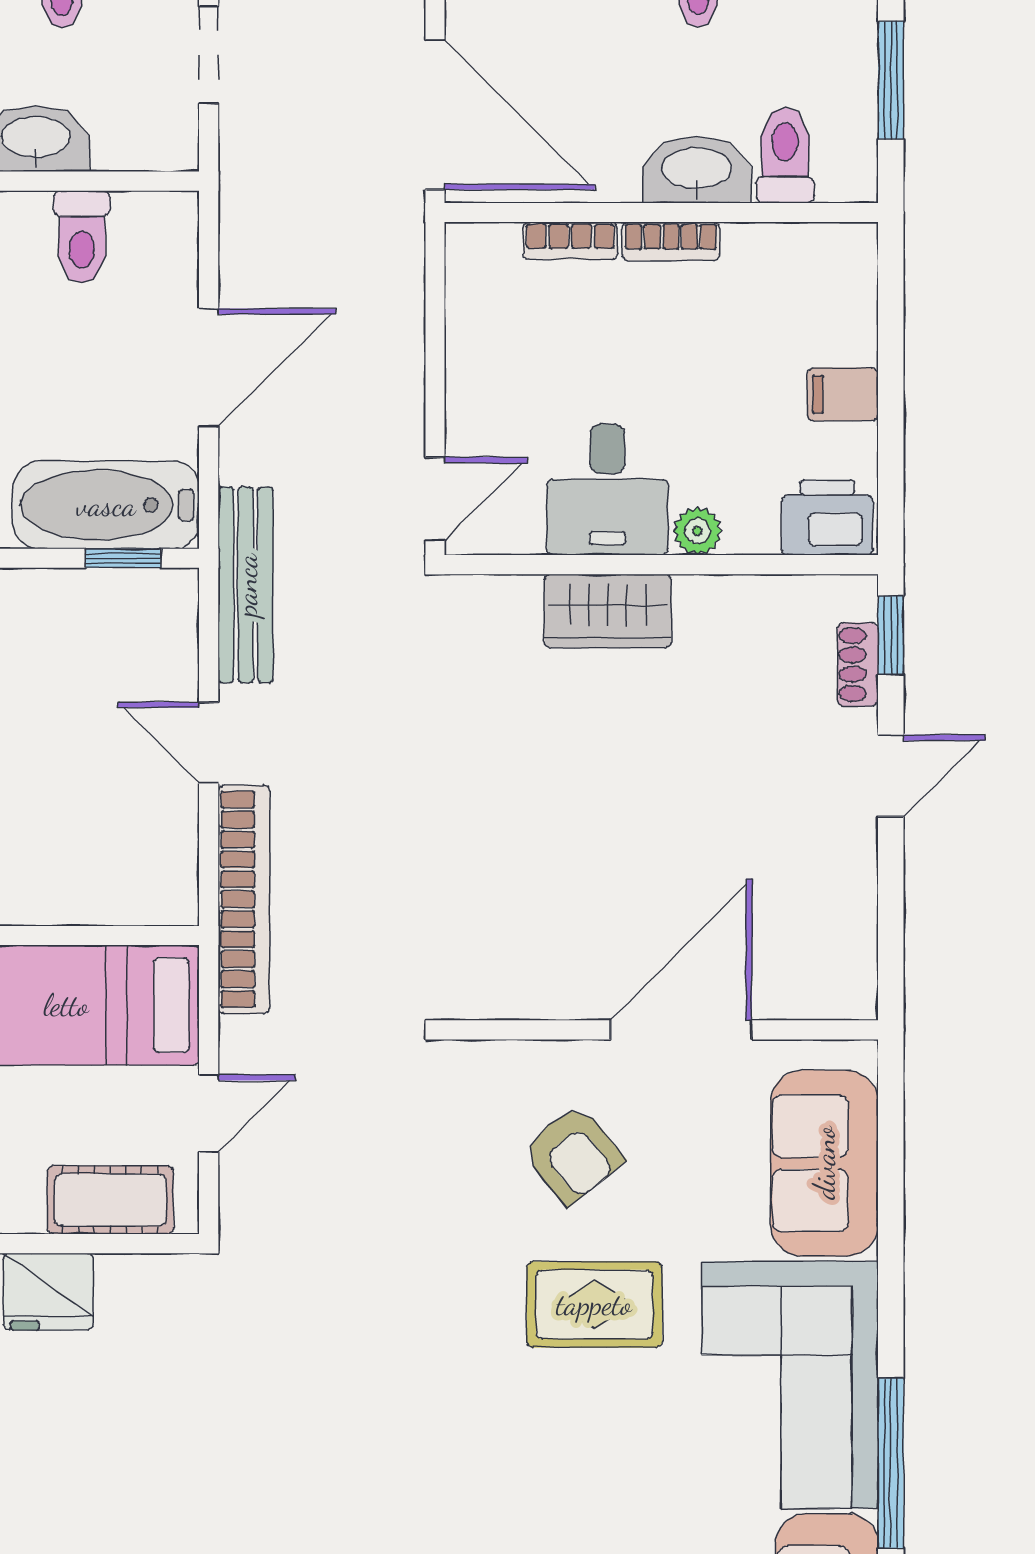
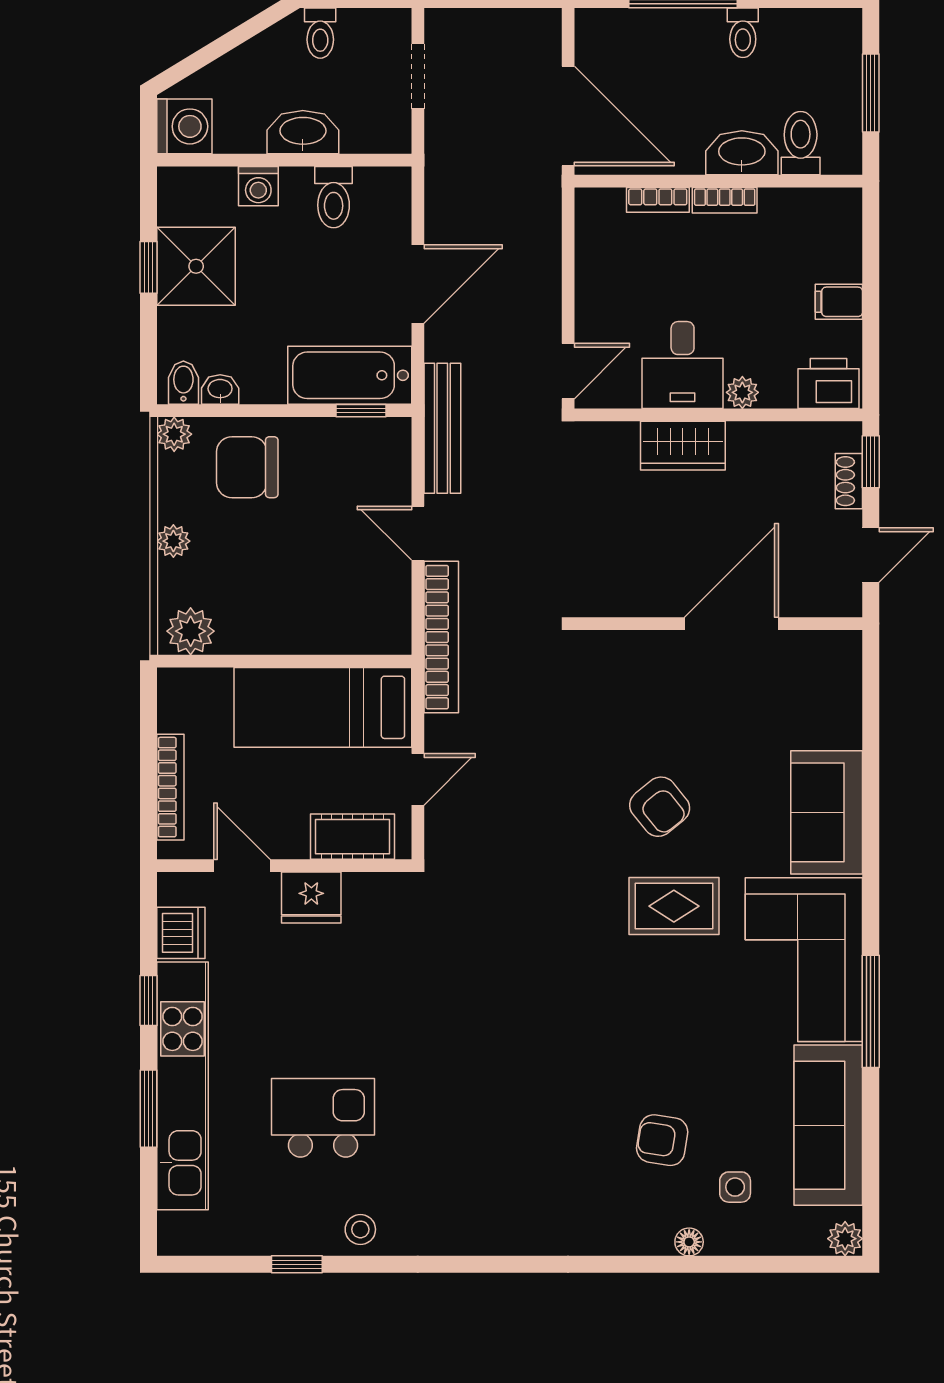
wall: (661, 1030) -> (718, 624), moved
door: (681, 1030) -> (731, 624), moved

